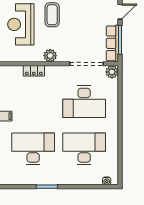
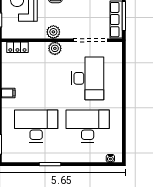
locker: (34, 71) -> (17, 47), moved
plant: (112, 72) -> (55, 48), moved
desk: (84, 102) -> (88, 78), turned -90

